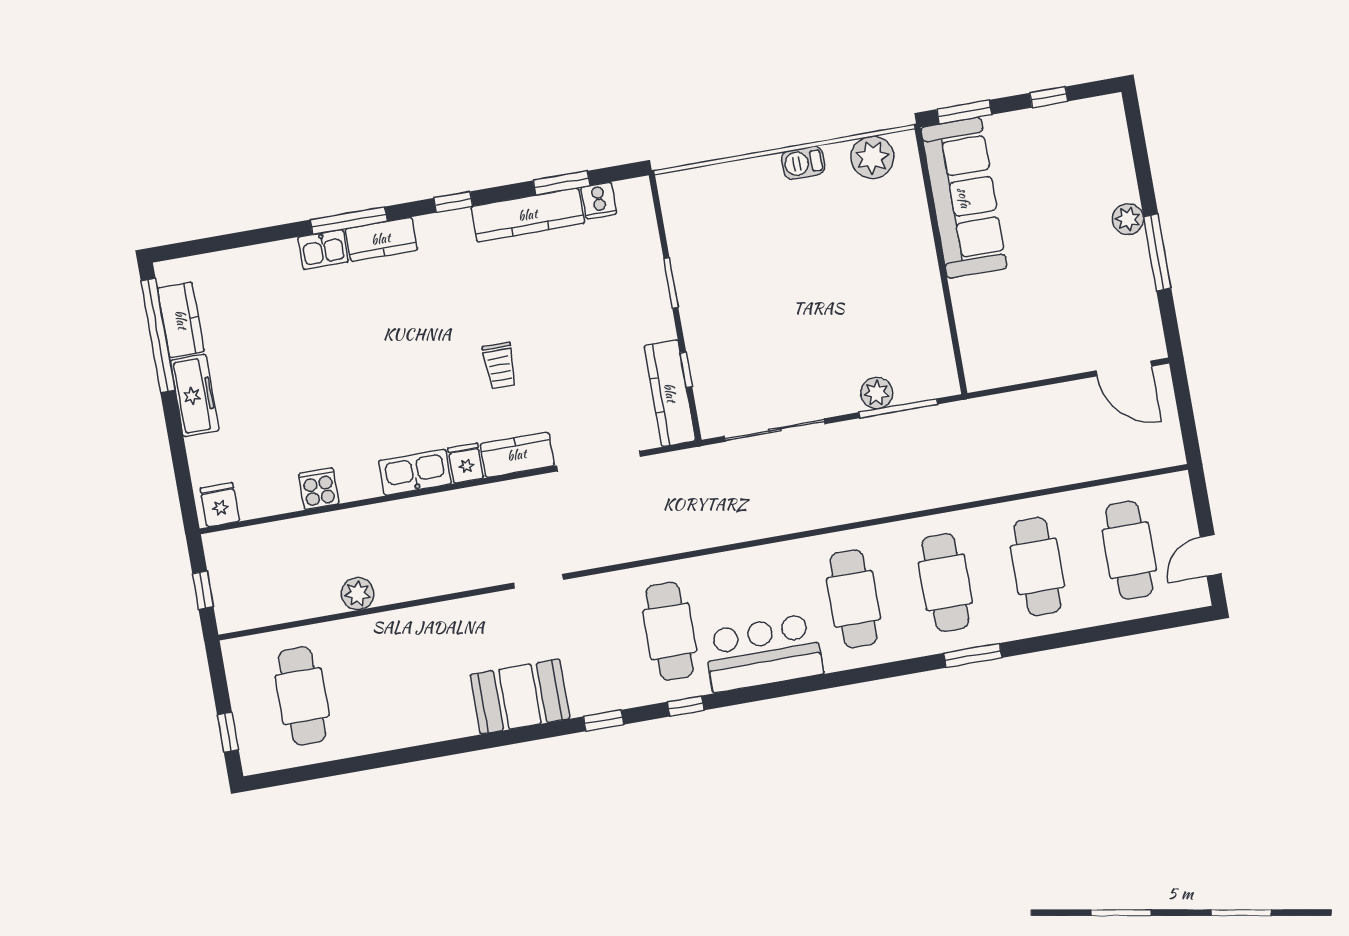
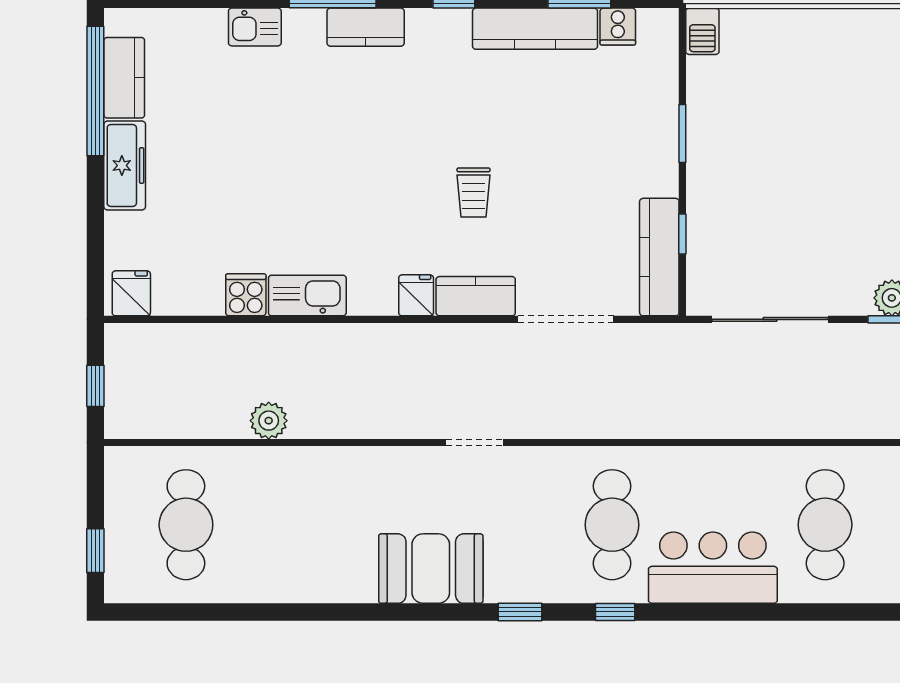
barbecue: (803, 163) -> (702, 31), moved, turned -90
kitchen sink: (323, 250) -> (255, 27), moved
kitchen sink: (415, 472) -> (307, 295), moved

